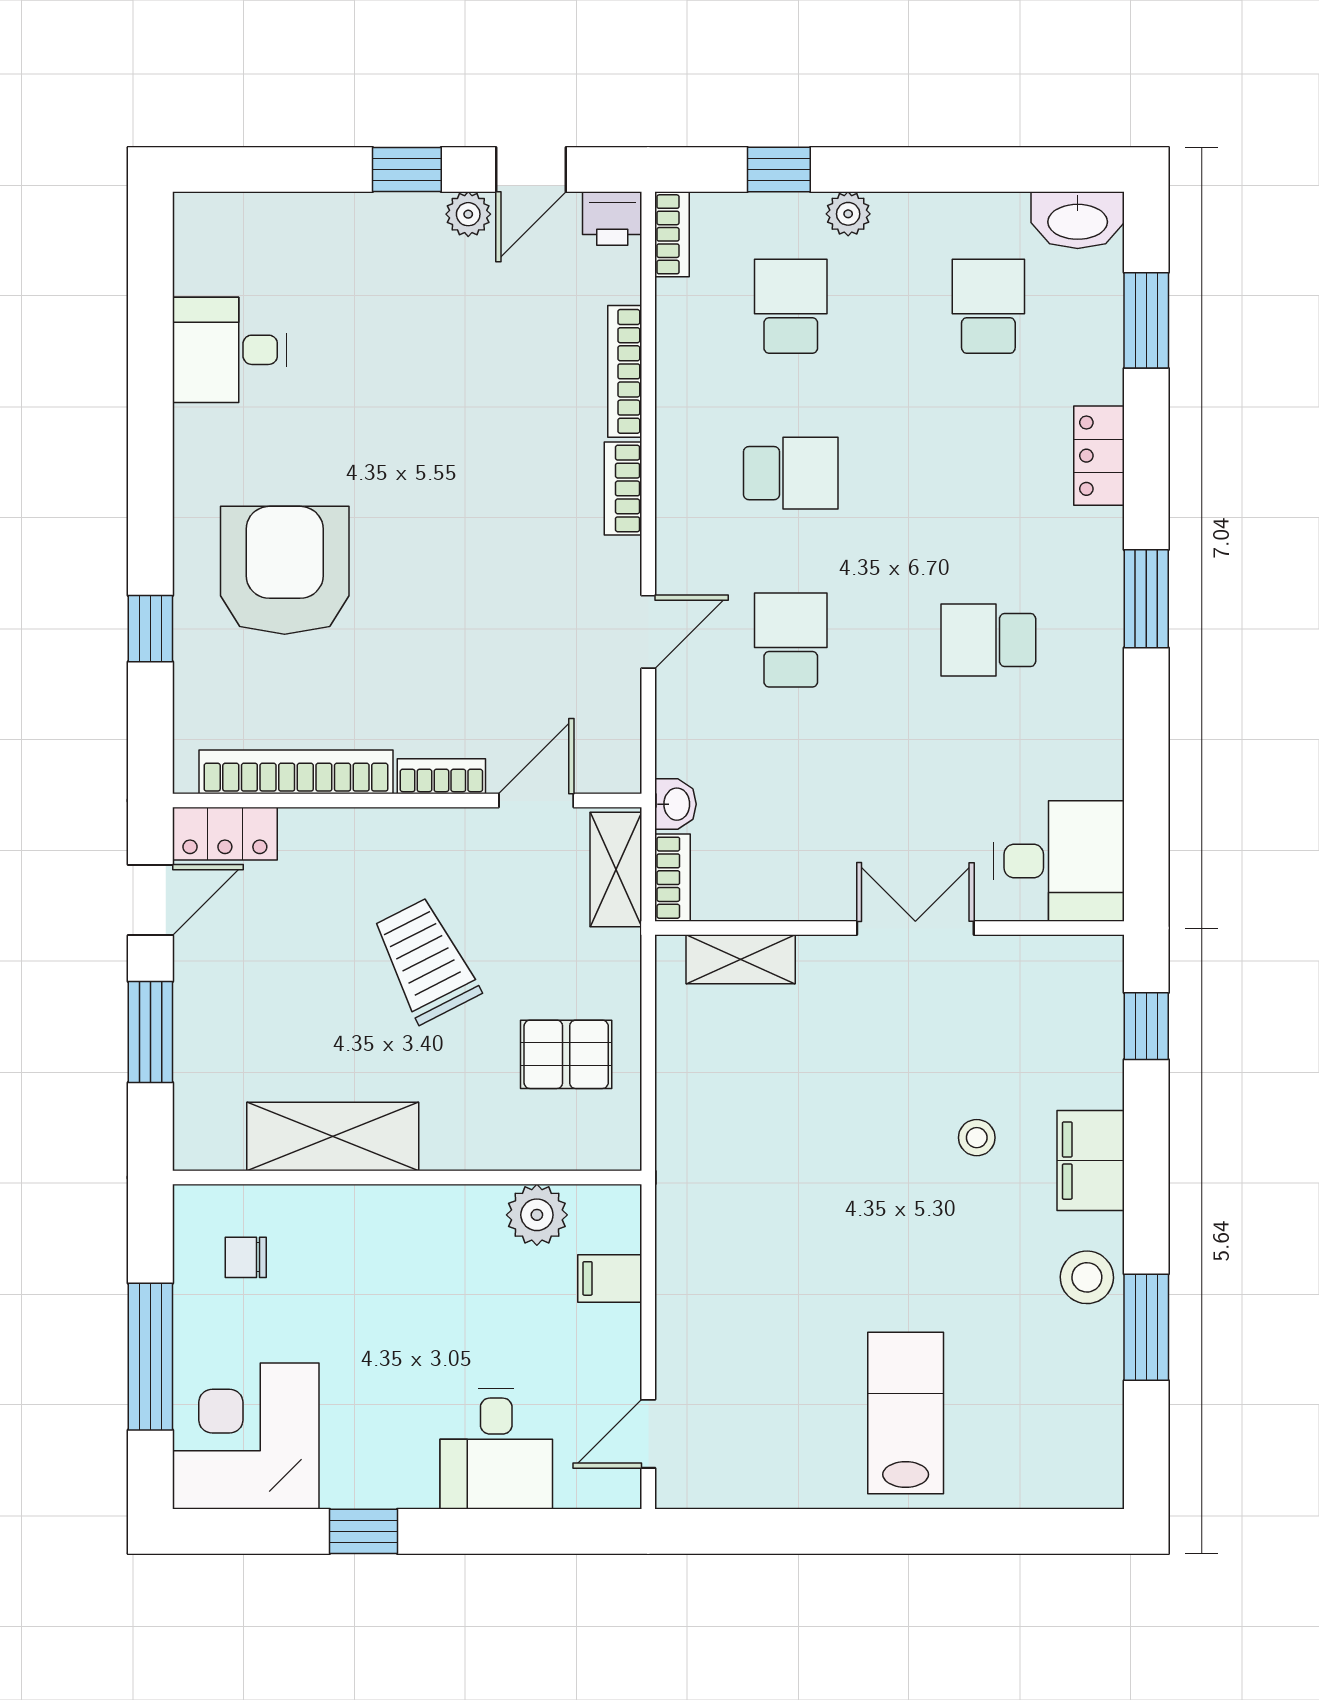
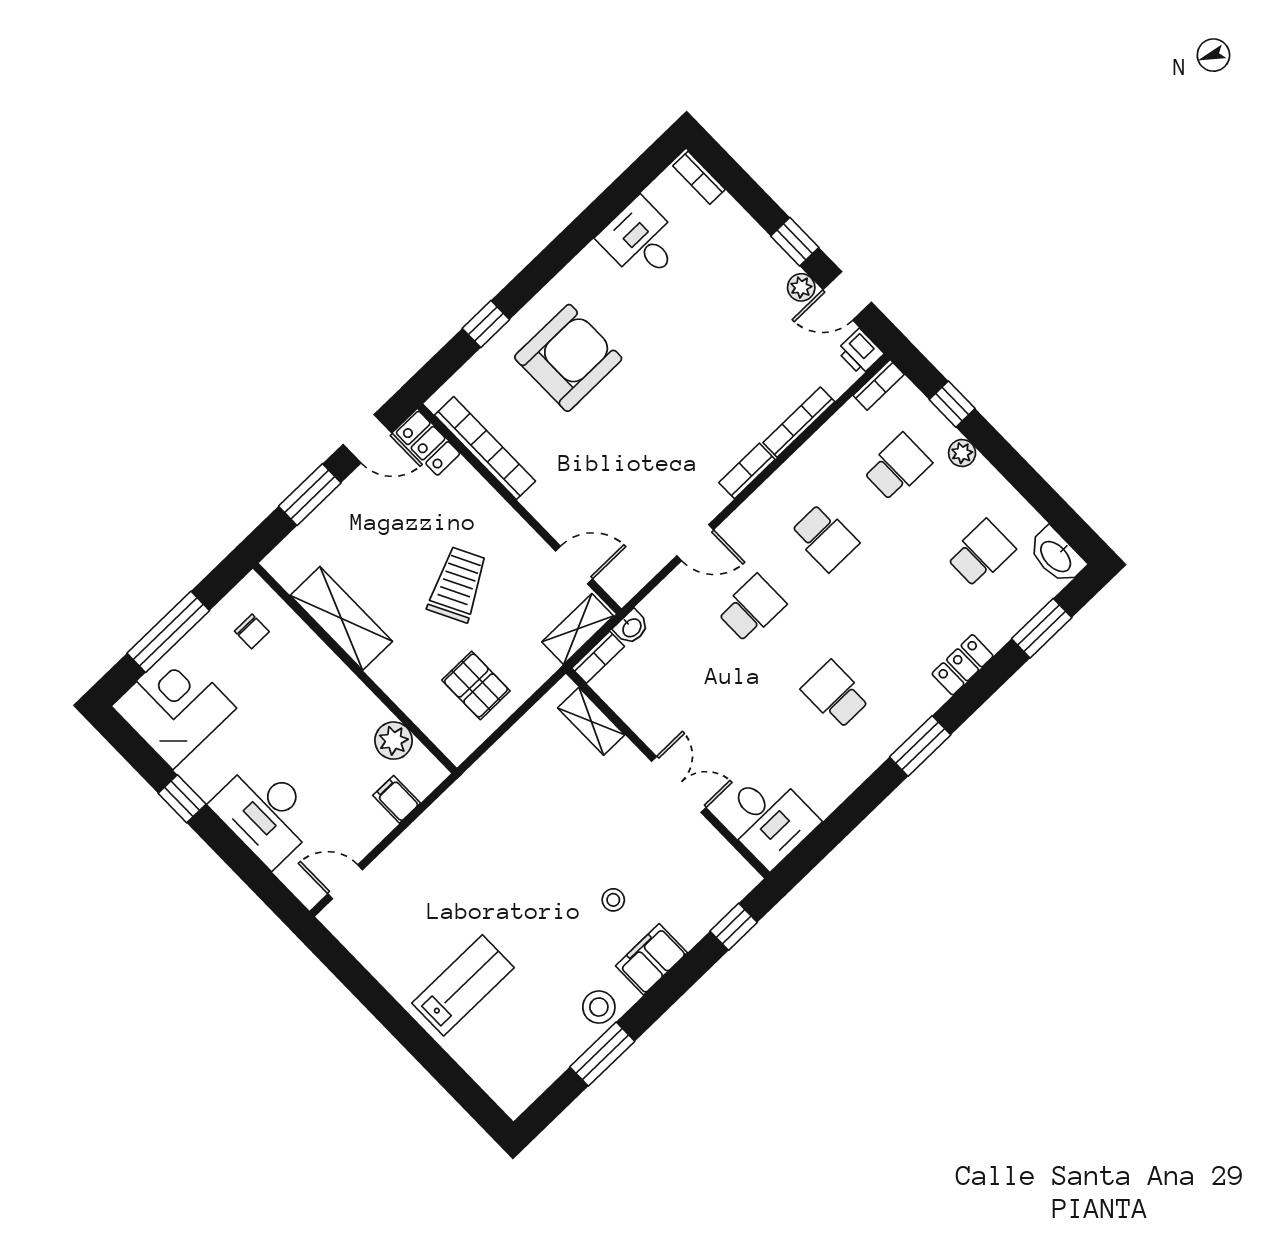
bookcase: (441, 776) -> (699, 178), moved, turned 180
chair: (246, 1257) -> (252, 631), turned 180
desk: (496, 1449) -> (265, 813), width x1.37

